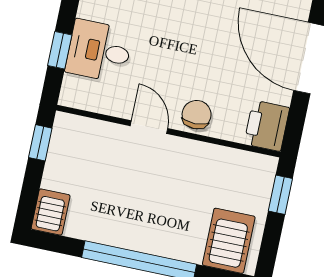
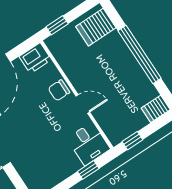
desk: (99, 51) -> (89, 144), moved
door: (149, 127) -> (83, 104), swing flipped

